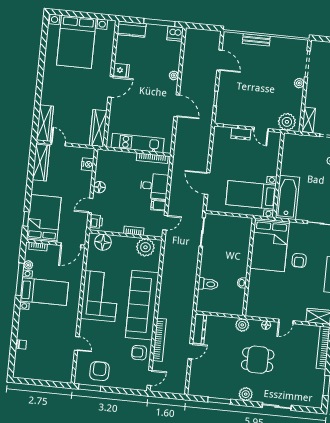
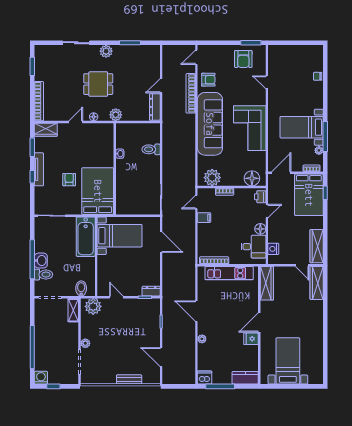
bed with nightstands: (76, 42) -> (288, 361), width x0.73
dresser: (241, 134) -> (151, 291), moved
bidet: (298, 142) -> (81, 288), added
desk: (154, 186) -> (253, 247), moved, turned 180

